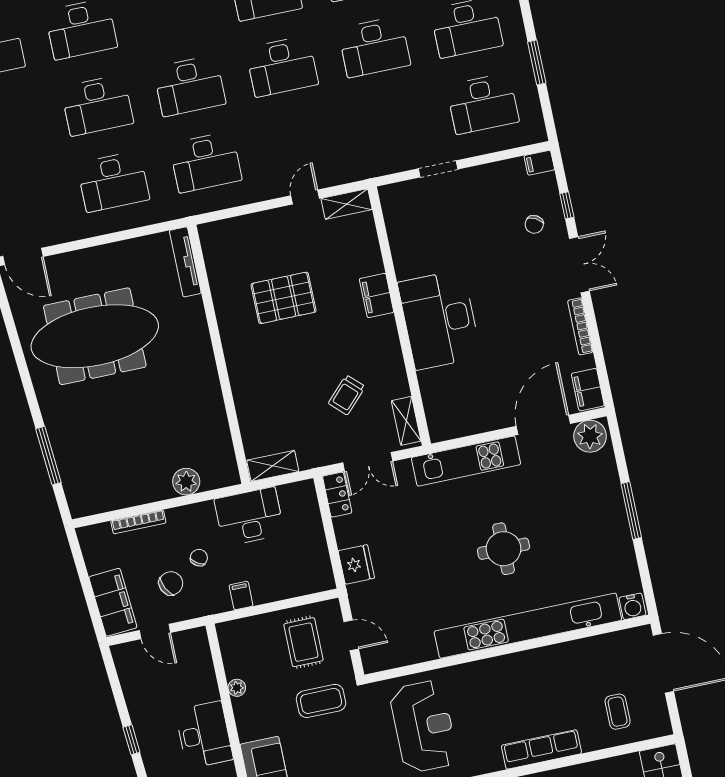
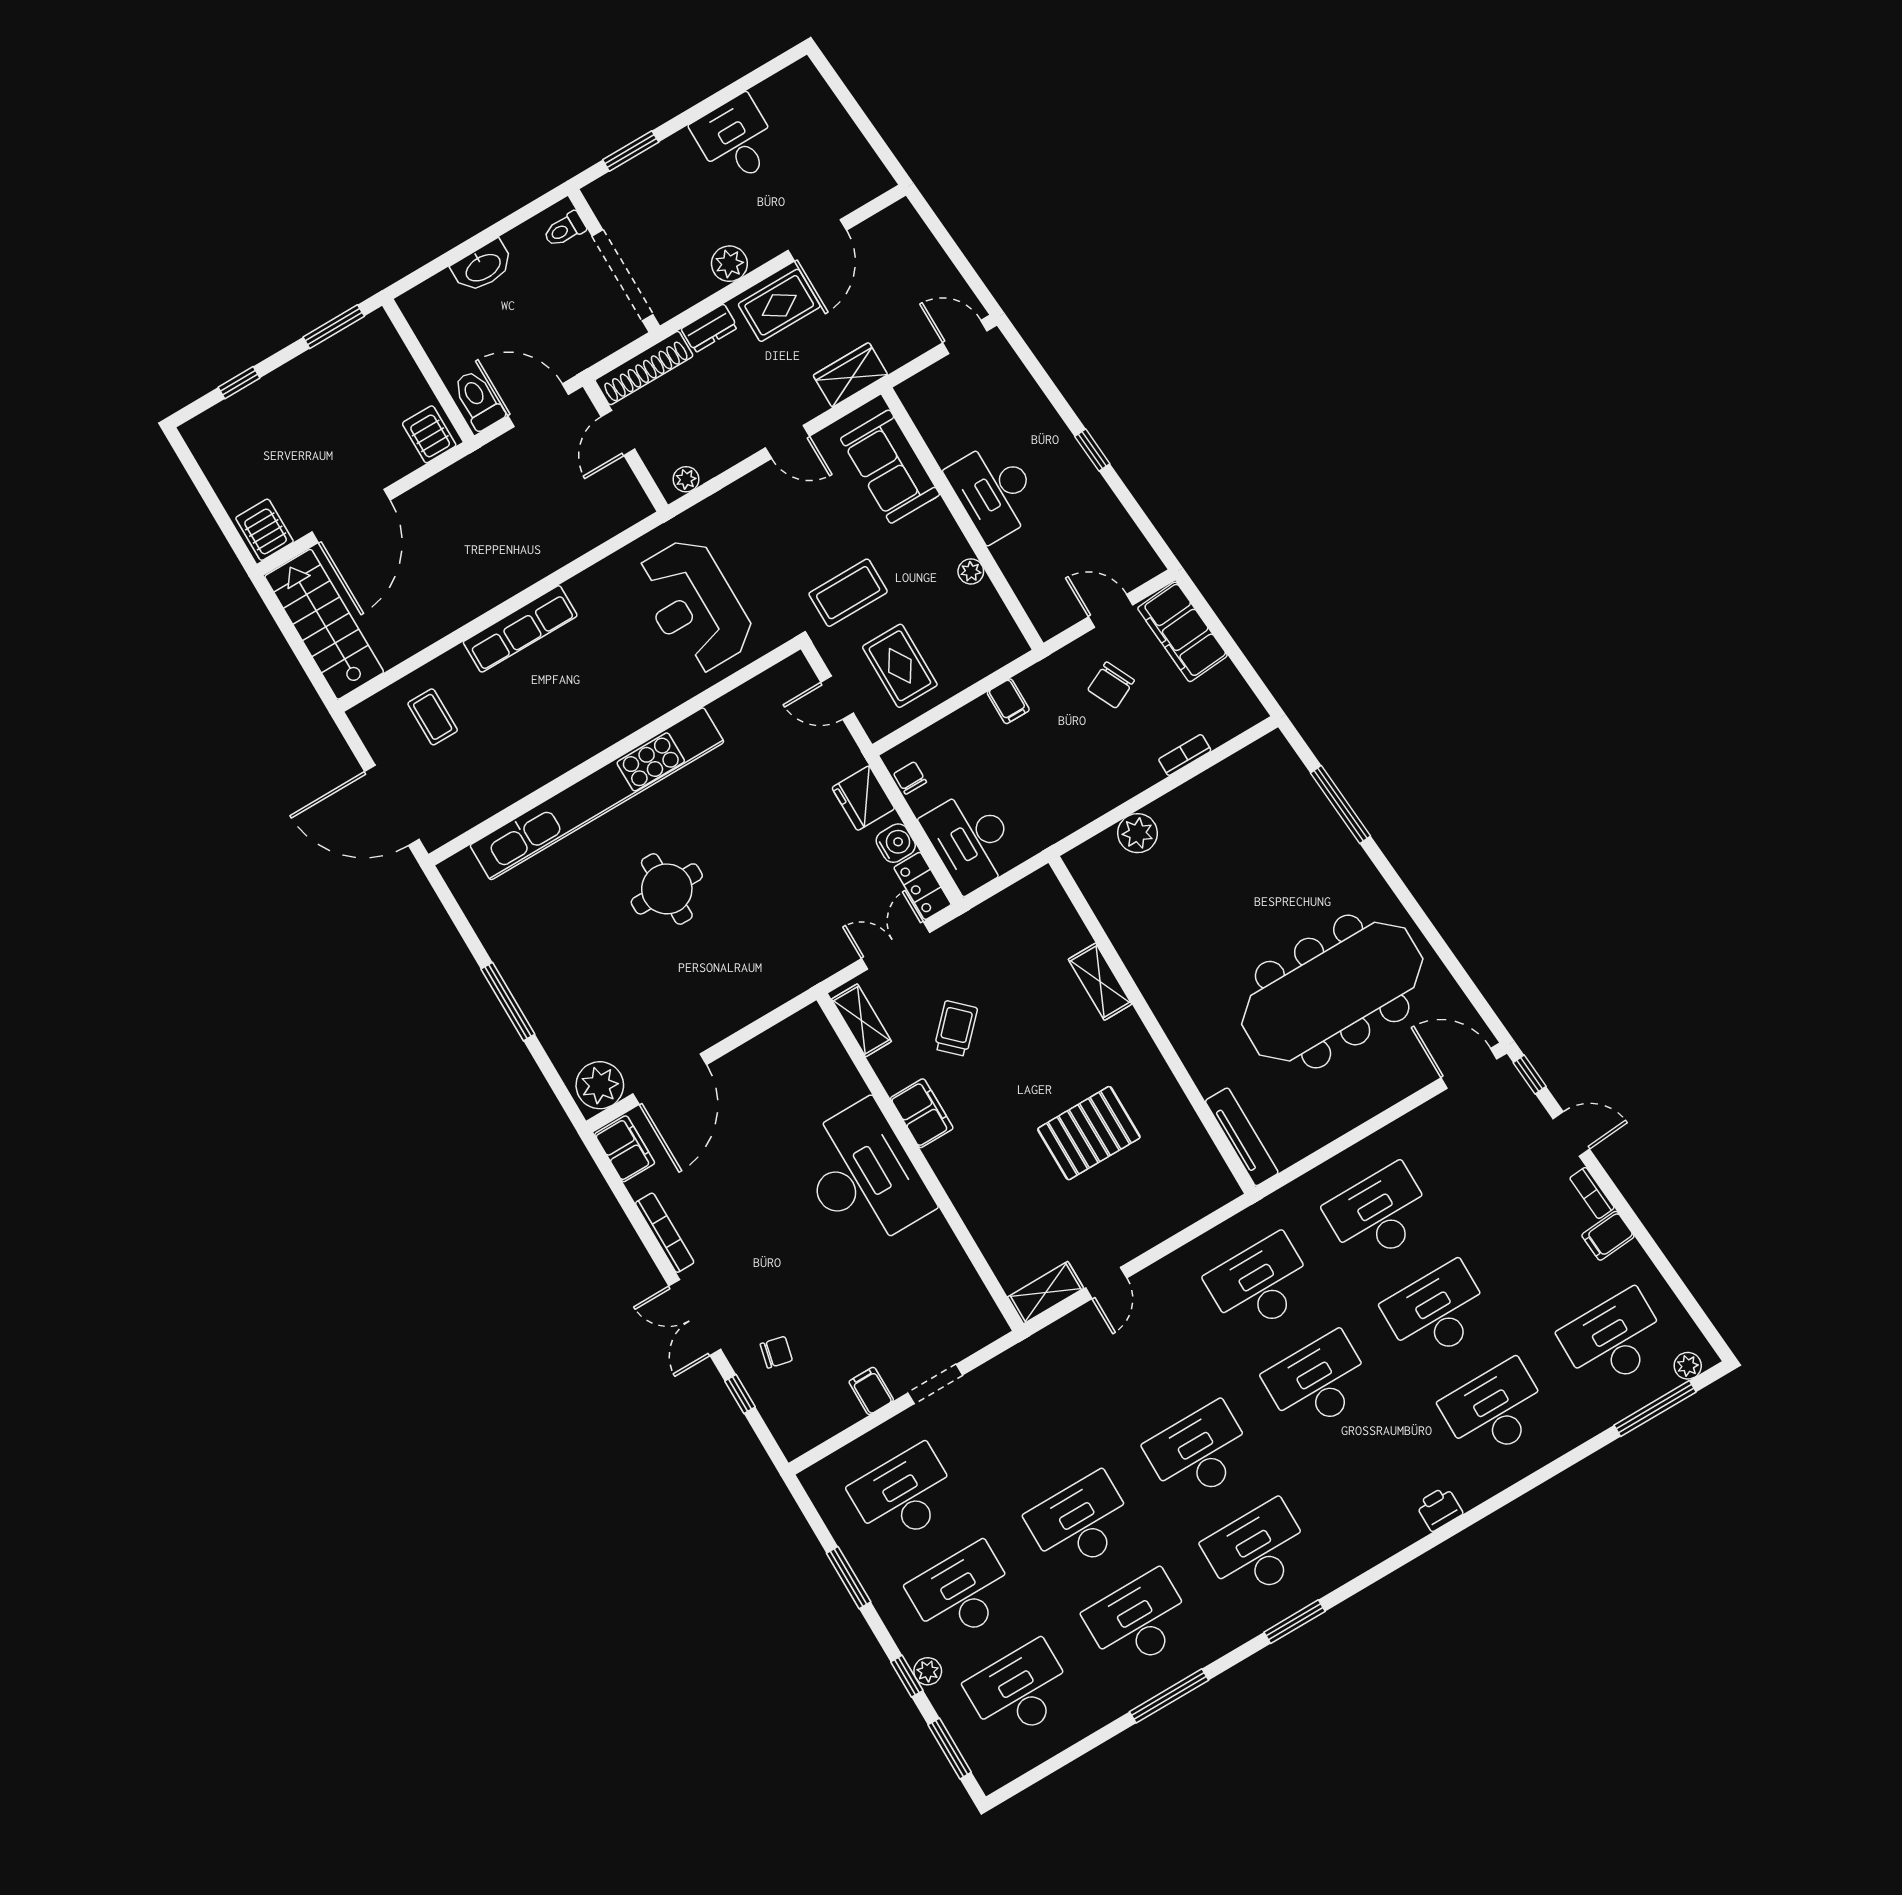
filing cabinet: (539, 163) -> (871, 1391), moved, turned -90
chair: (534, 224) -> (776, 1352), turned 74
filing cabinet: (377, 295) -> (922, 1113), moved
kitchen unit: (466, 461) -> (760, 993), removed
shelving: (273, 466) -> (1100, 982), moved, turned 90
desk: (249, 517) -> (971, 840), moved, turned 90
bookcase: (138, 522) -> (1185, 755), width x0.64
chair: (199, 558) -> (910, 778), moved, turned 147
water cooler: (633, 606) -> (896, 843), moved, turned 90

